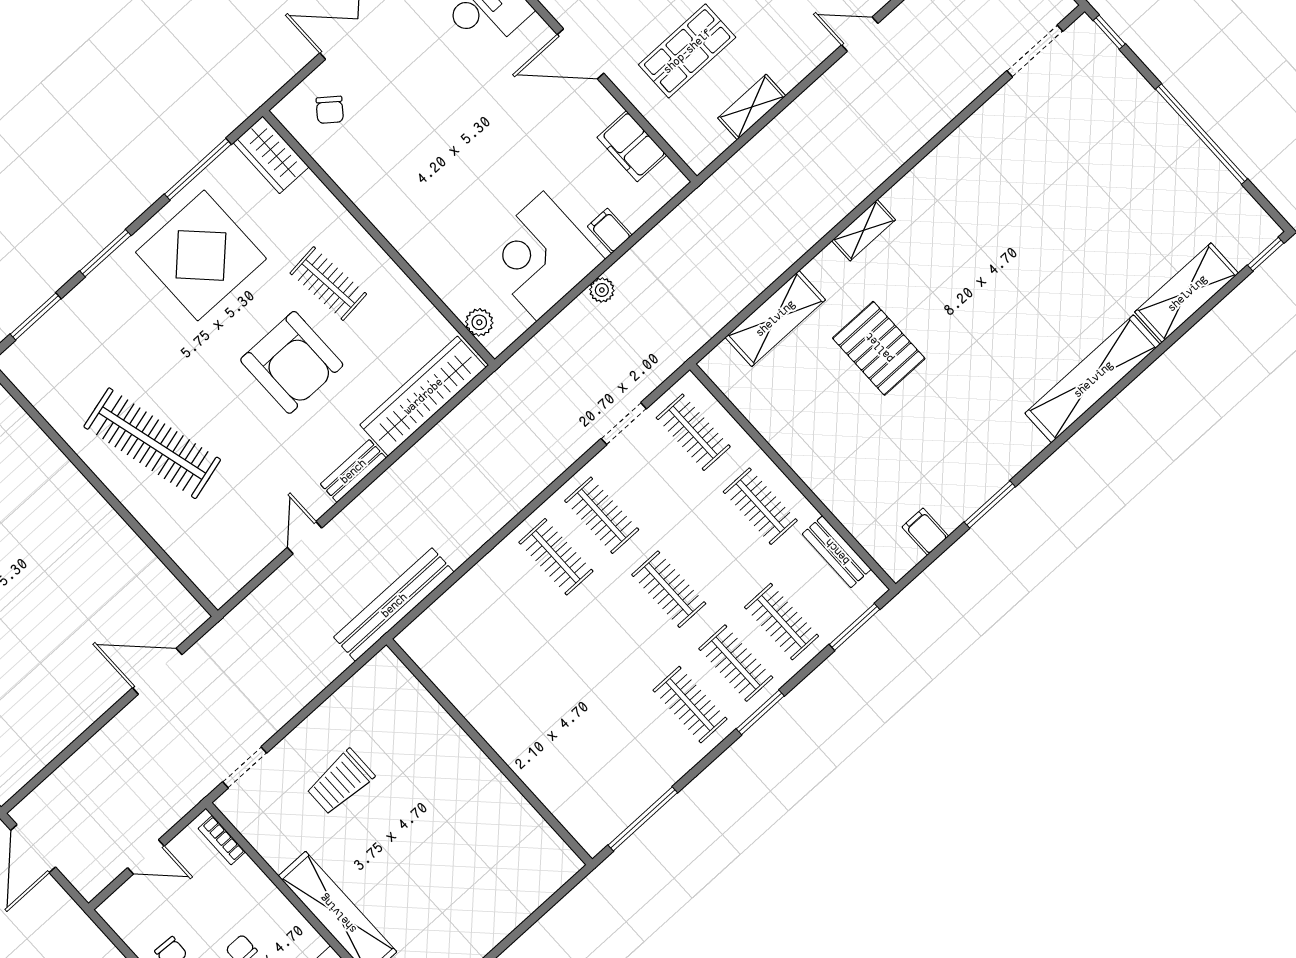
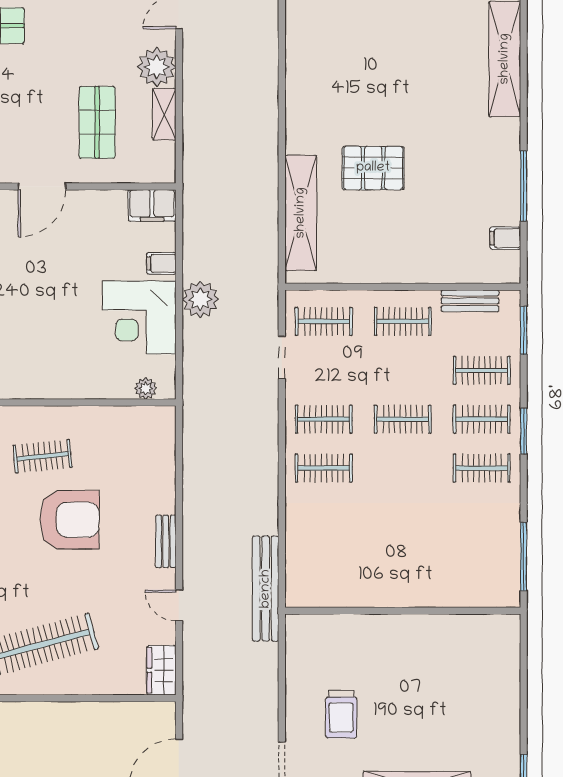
plant: (790, 60) -> (157, 67), added
filing cabinet: (632, 146) -> (152, 205), moved
shelving: (864, 230) -> (296, 114), removed
plant: (602, 290) -> (200, 299), width x1.87, depth x1.87
shelving: (775, 318) -> (301, 213), width x1.47
wardrobe: (423, 396) -> (161, 670), moved, width x0.48, depth x0.85
window: (990, 504) -> (524, 186), width x1.44

